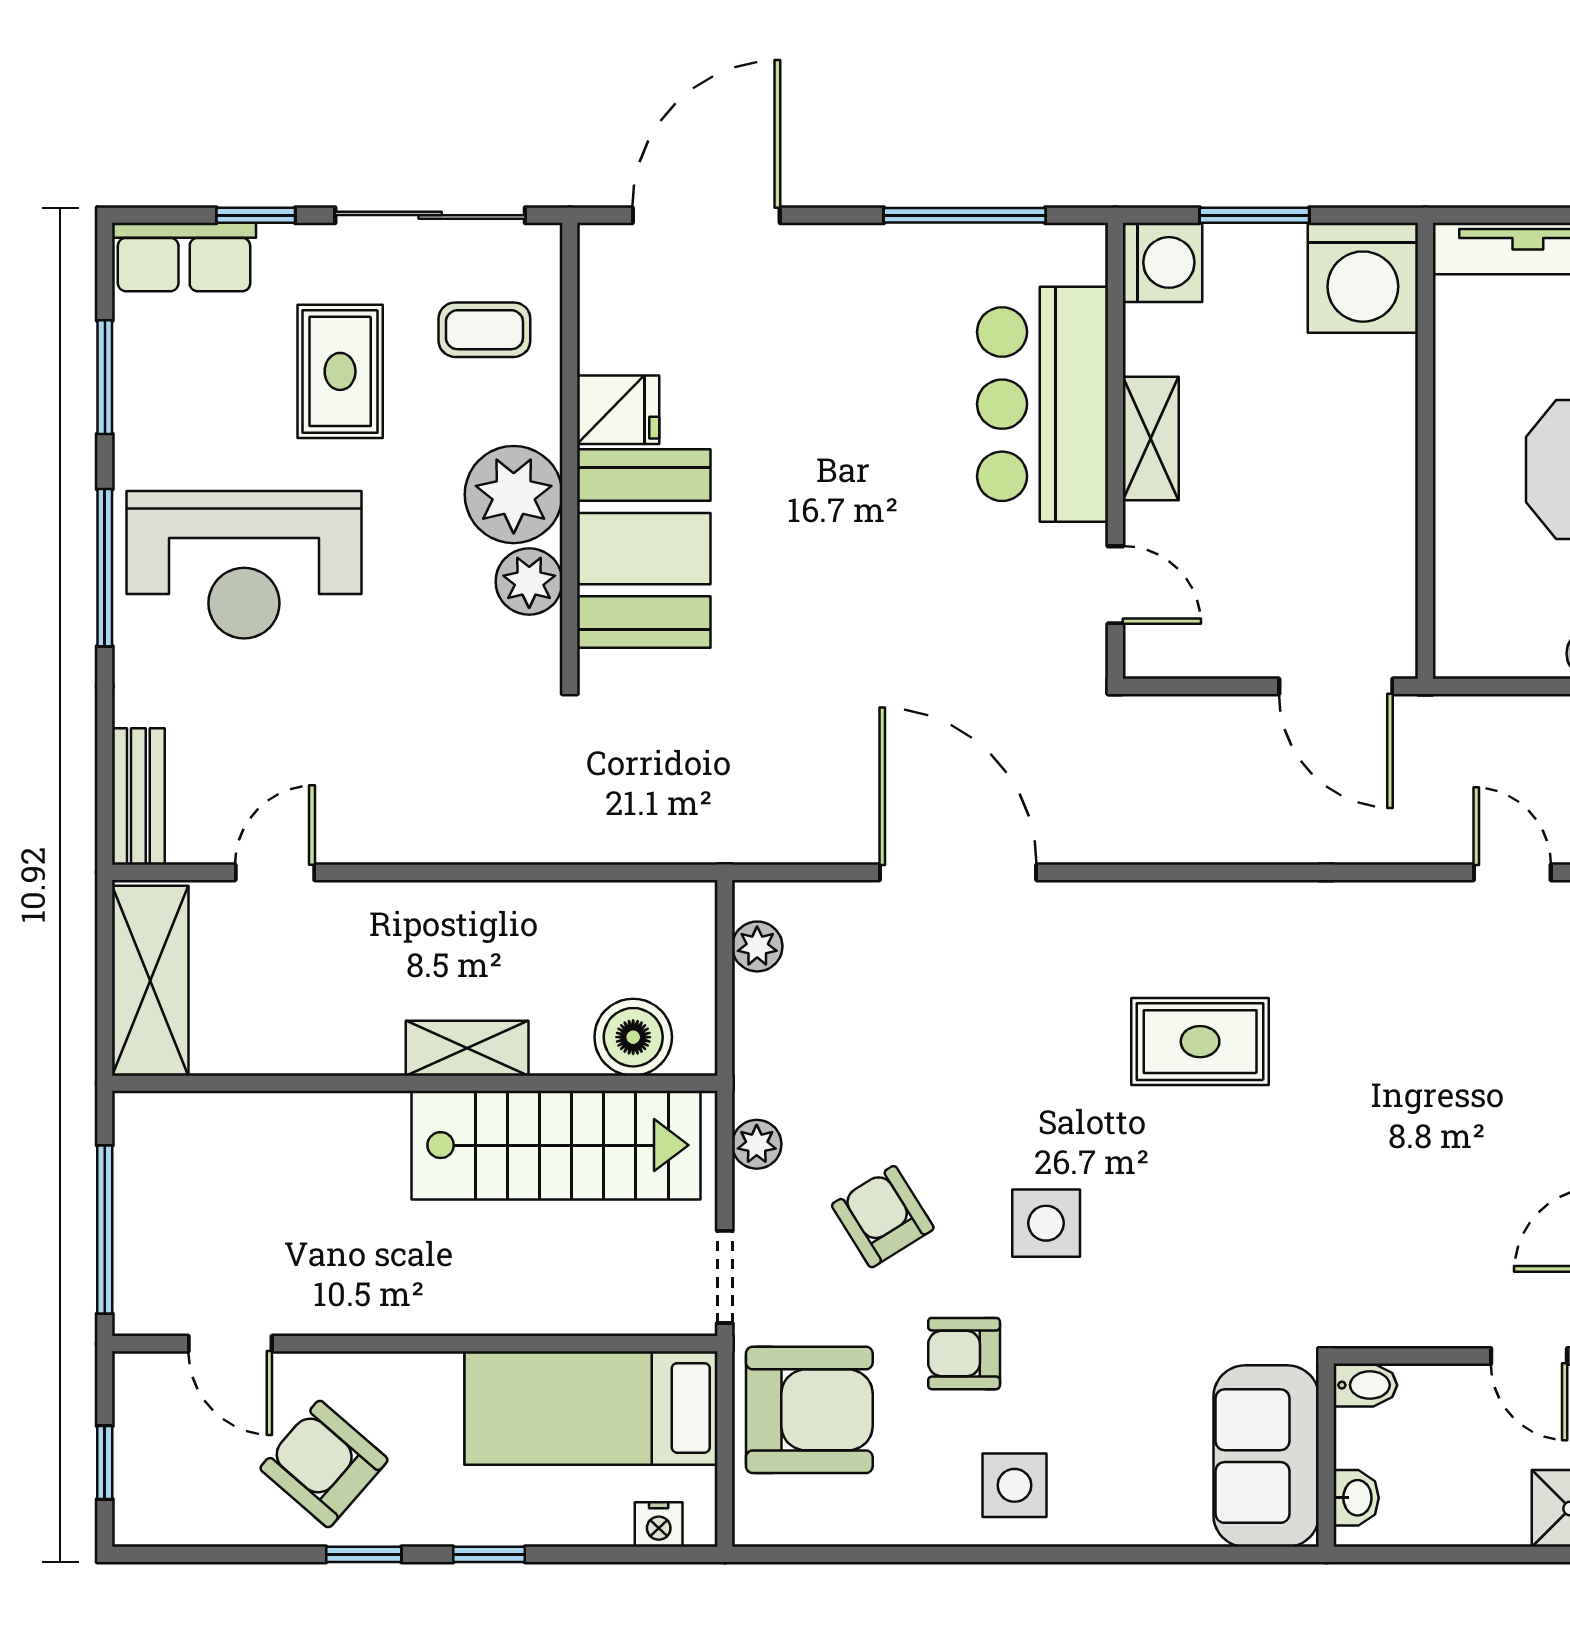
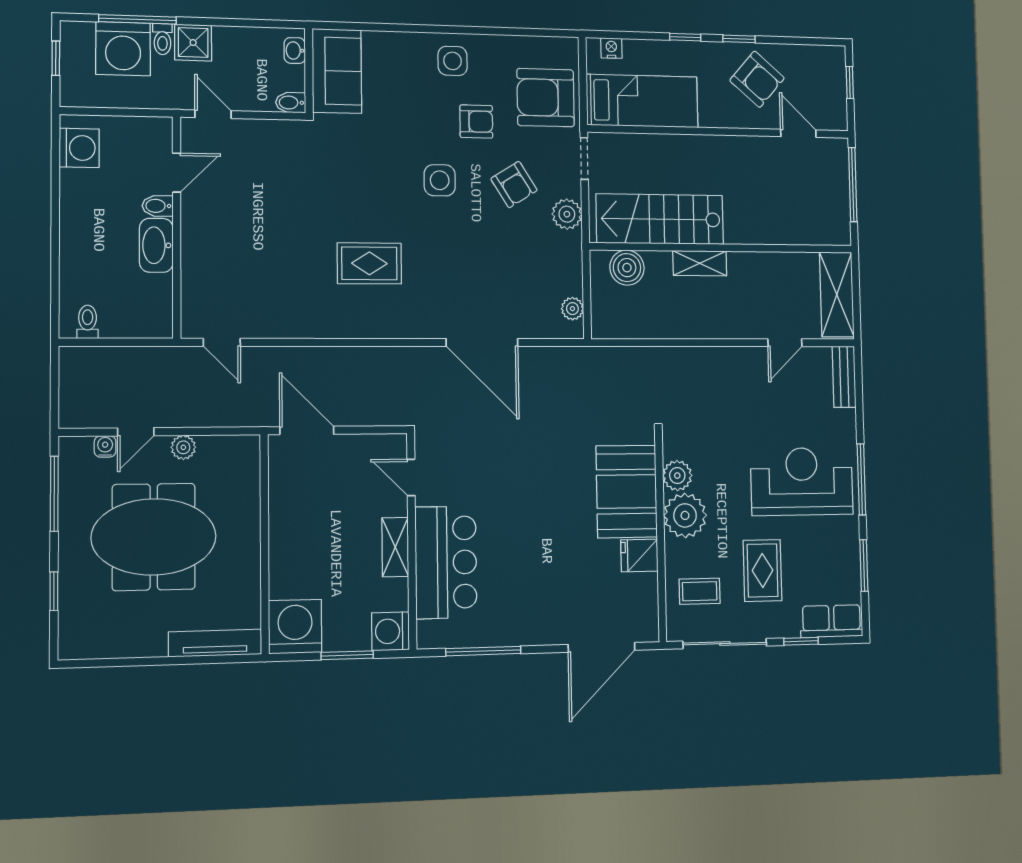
plant: (757, 1144) -> (567, 214), width x1.38, depth x1.38

